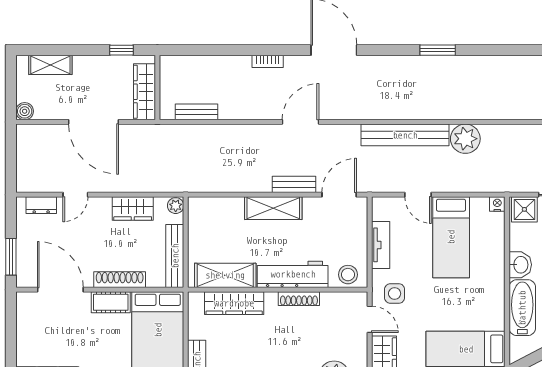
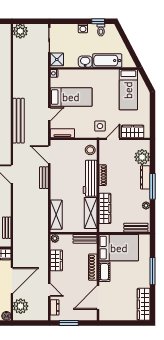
plant: (465, 139) -> (21, 306), moved
shelving: (273, 208) -> (56, 215), moved
tv unit: (381, 245) -> (62, 133), moved
bench: (175, 256) -> (85, 239), width x0.73
window: (11, 257) -> (69, 323), moved

